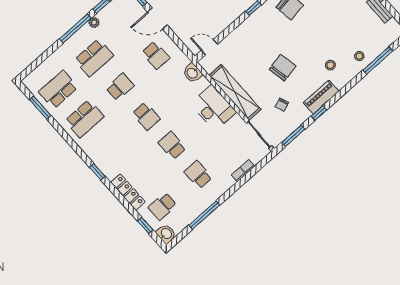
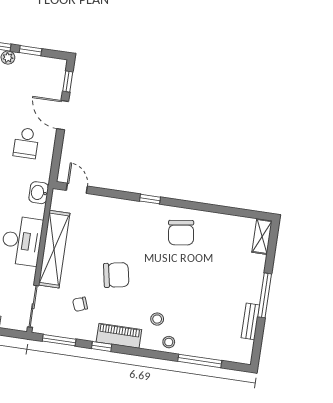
stool: (359, 56) -> (169, 342), moved

